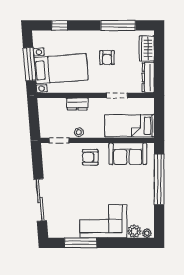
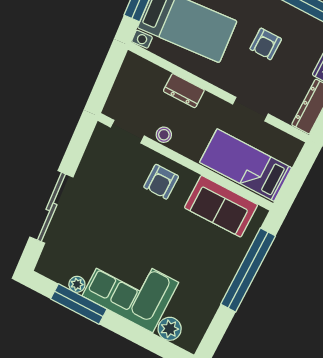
armchair: (90, 157) -> (161, 182), turned -90
plant: (147, 233) -> (77, 284), moved

